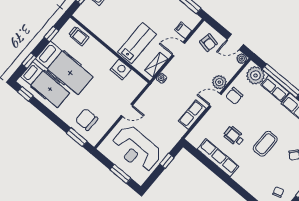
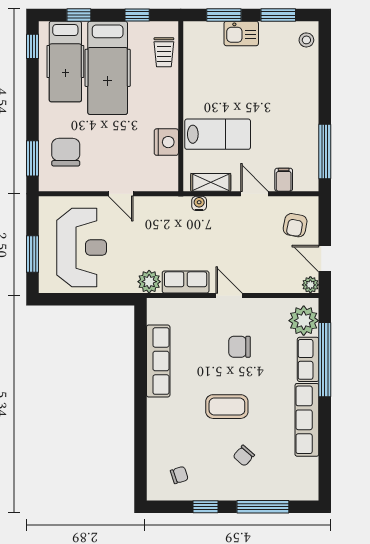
plant: (219, 82) -> (149, 282), moved
chair: (234, 96) -> (239, 347), moved
wheelchair: (234, 136) -> (203, 358), removed
reception desk: (136, 149) -> (82, 248), turned 180
window: (167, 161) -> (99, 299), removed

